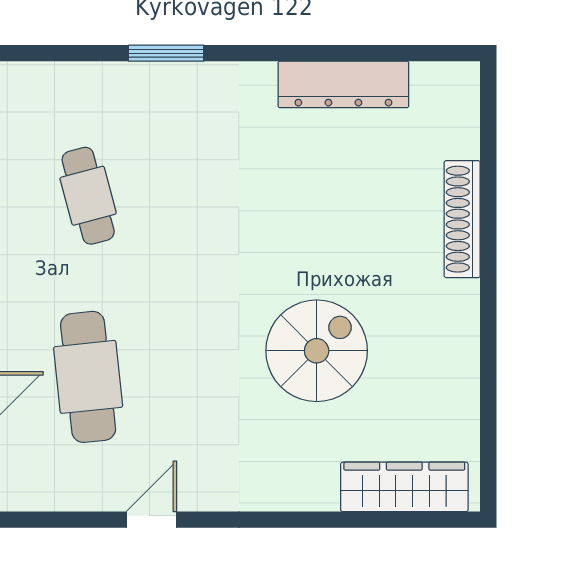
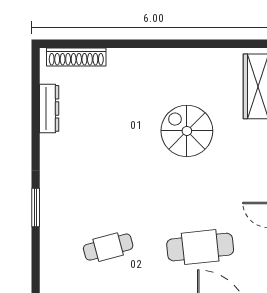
dresser: (343, 84) -> (49, 108), width x0.73, depth x0.80
shoe rack: (462, 219) -> (76, 57), moved

